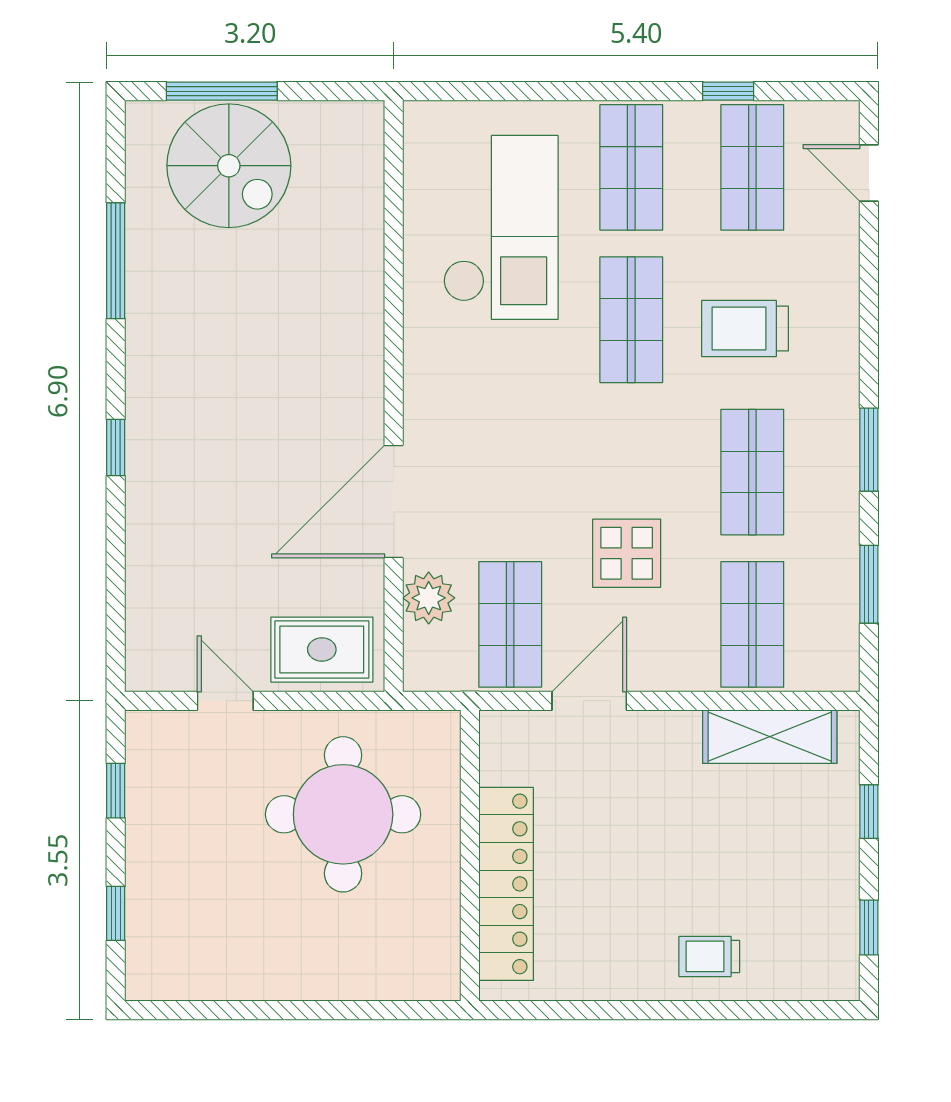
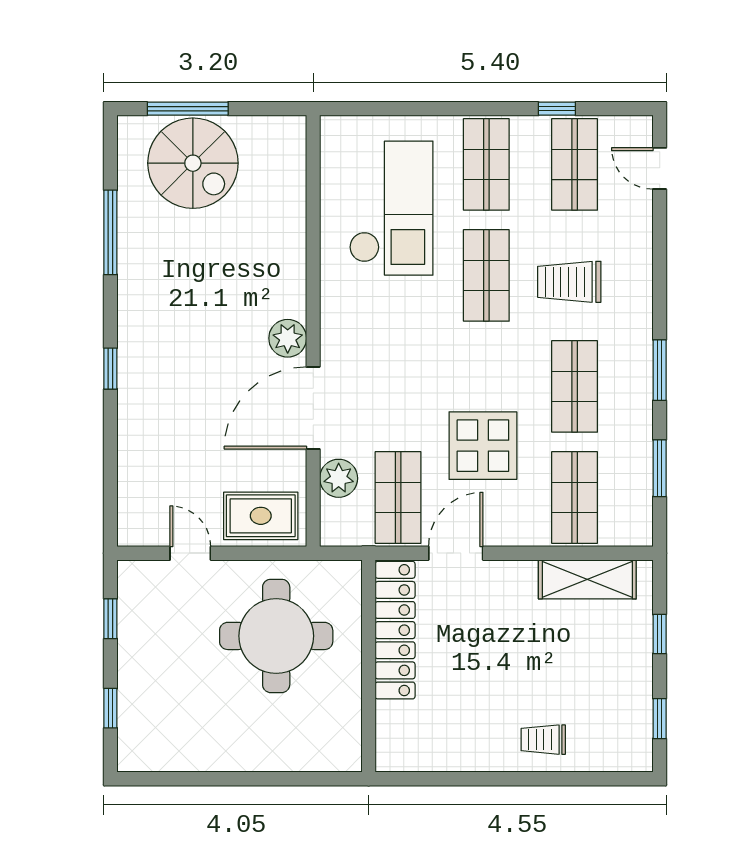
plant: (359, 406) -> (288, 338), added
display table: (627, 553) -> (483, 446), width x1.36, depth x1.36
locker: (506, 884) -> (395, 630), moved

